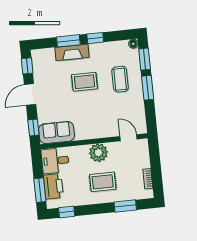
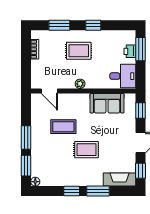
fireplace: (72, 52) -> (119, 179), moved
coffee table: (120, 79) -> (63, 127), moved, turned 90
sofa: (57, 133) -> (107, 103), moved
plant: (98, 153) -> (80, 84), width x0.53, depth x0.53
printer: (53, 186) -> (130, 51), width x0.53, depth x0.68
window: (67, 212) -> (93, 25), moved

